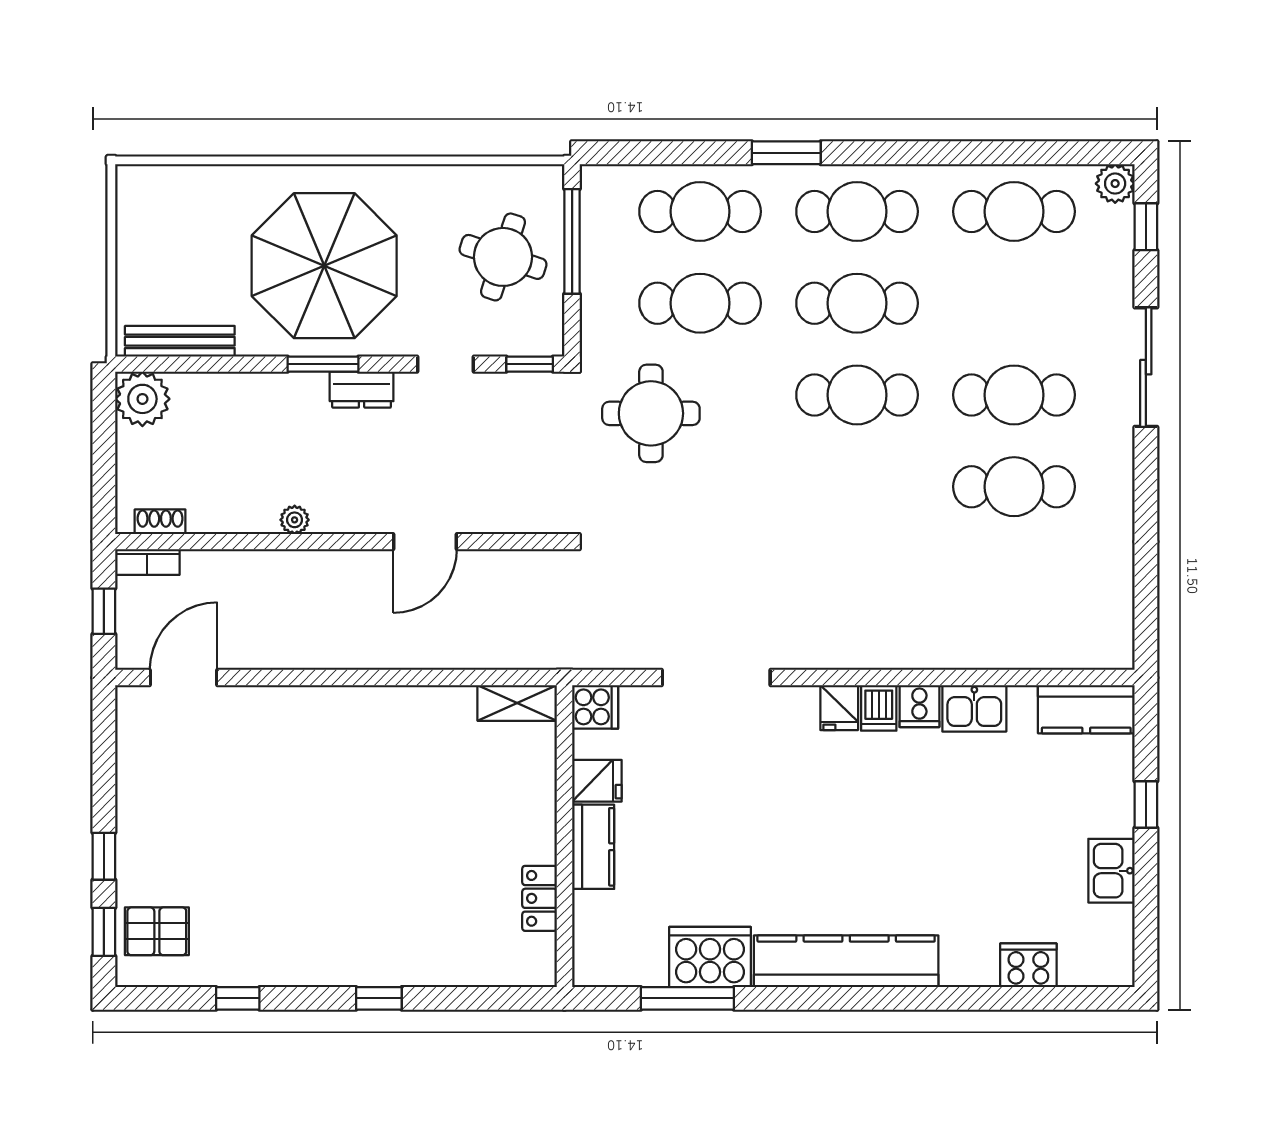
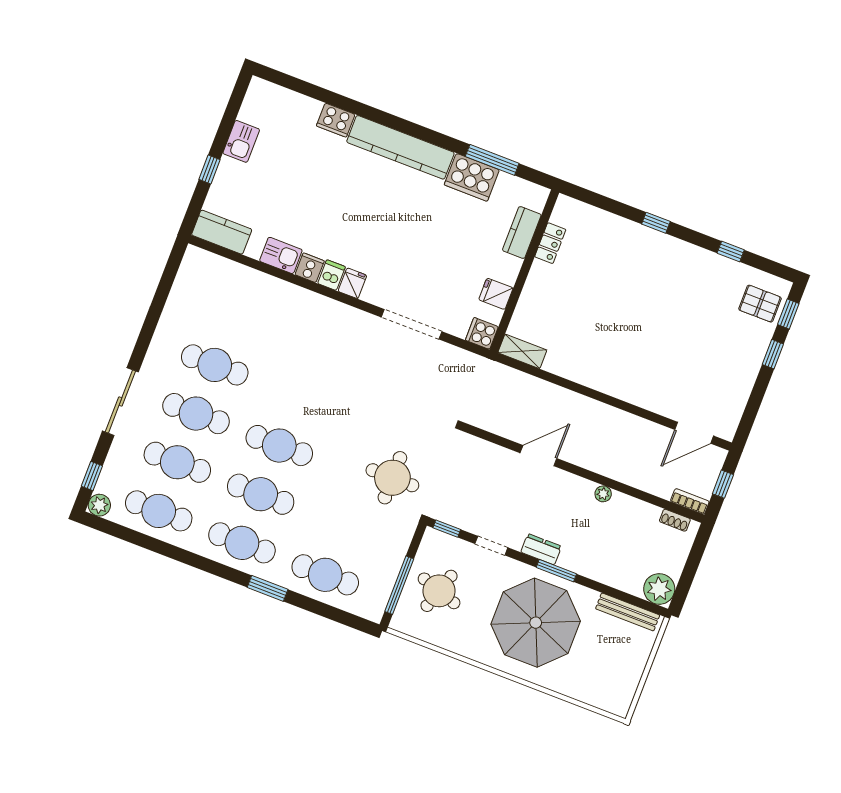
cafe table: (700, 303) -> (177, 462), moved
kitchen counter: (593, 847) -> (522, 232), moved
cooker: (1028, 965) -> (336, 120), moved

